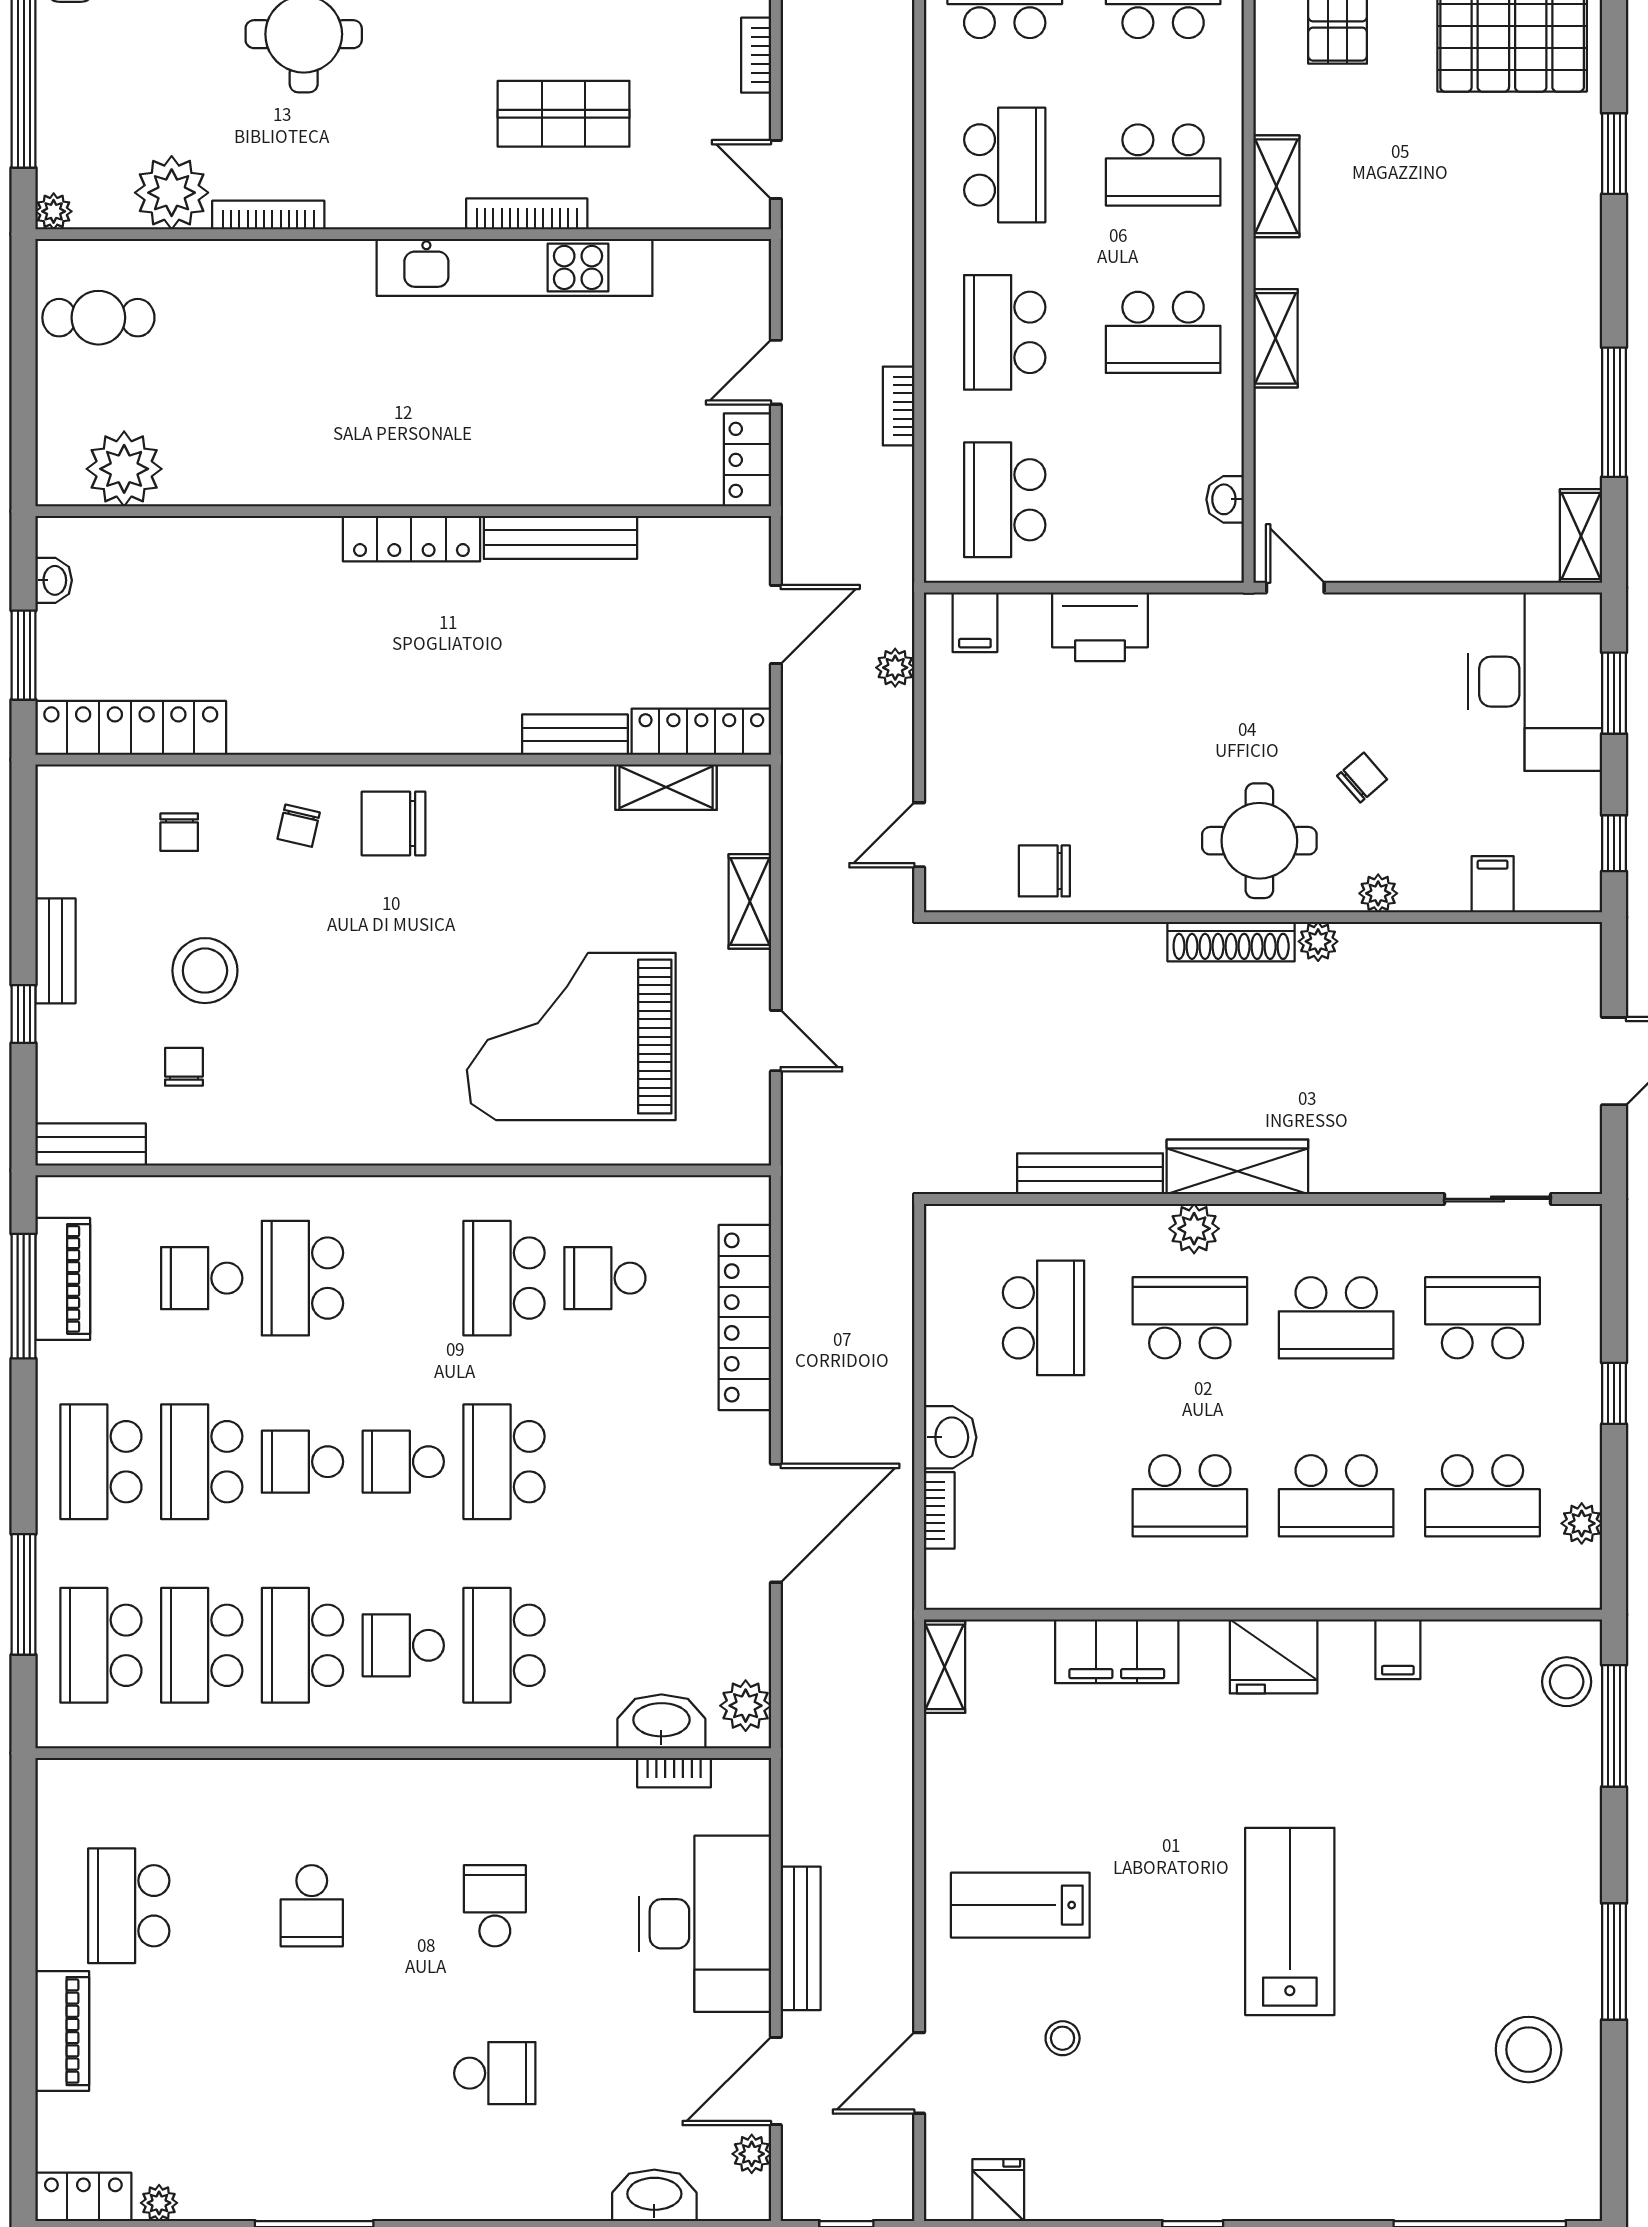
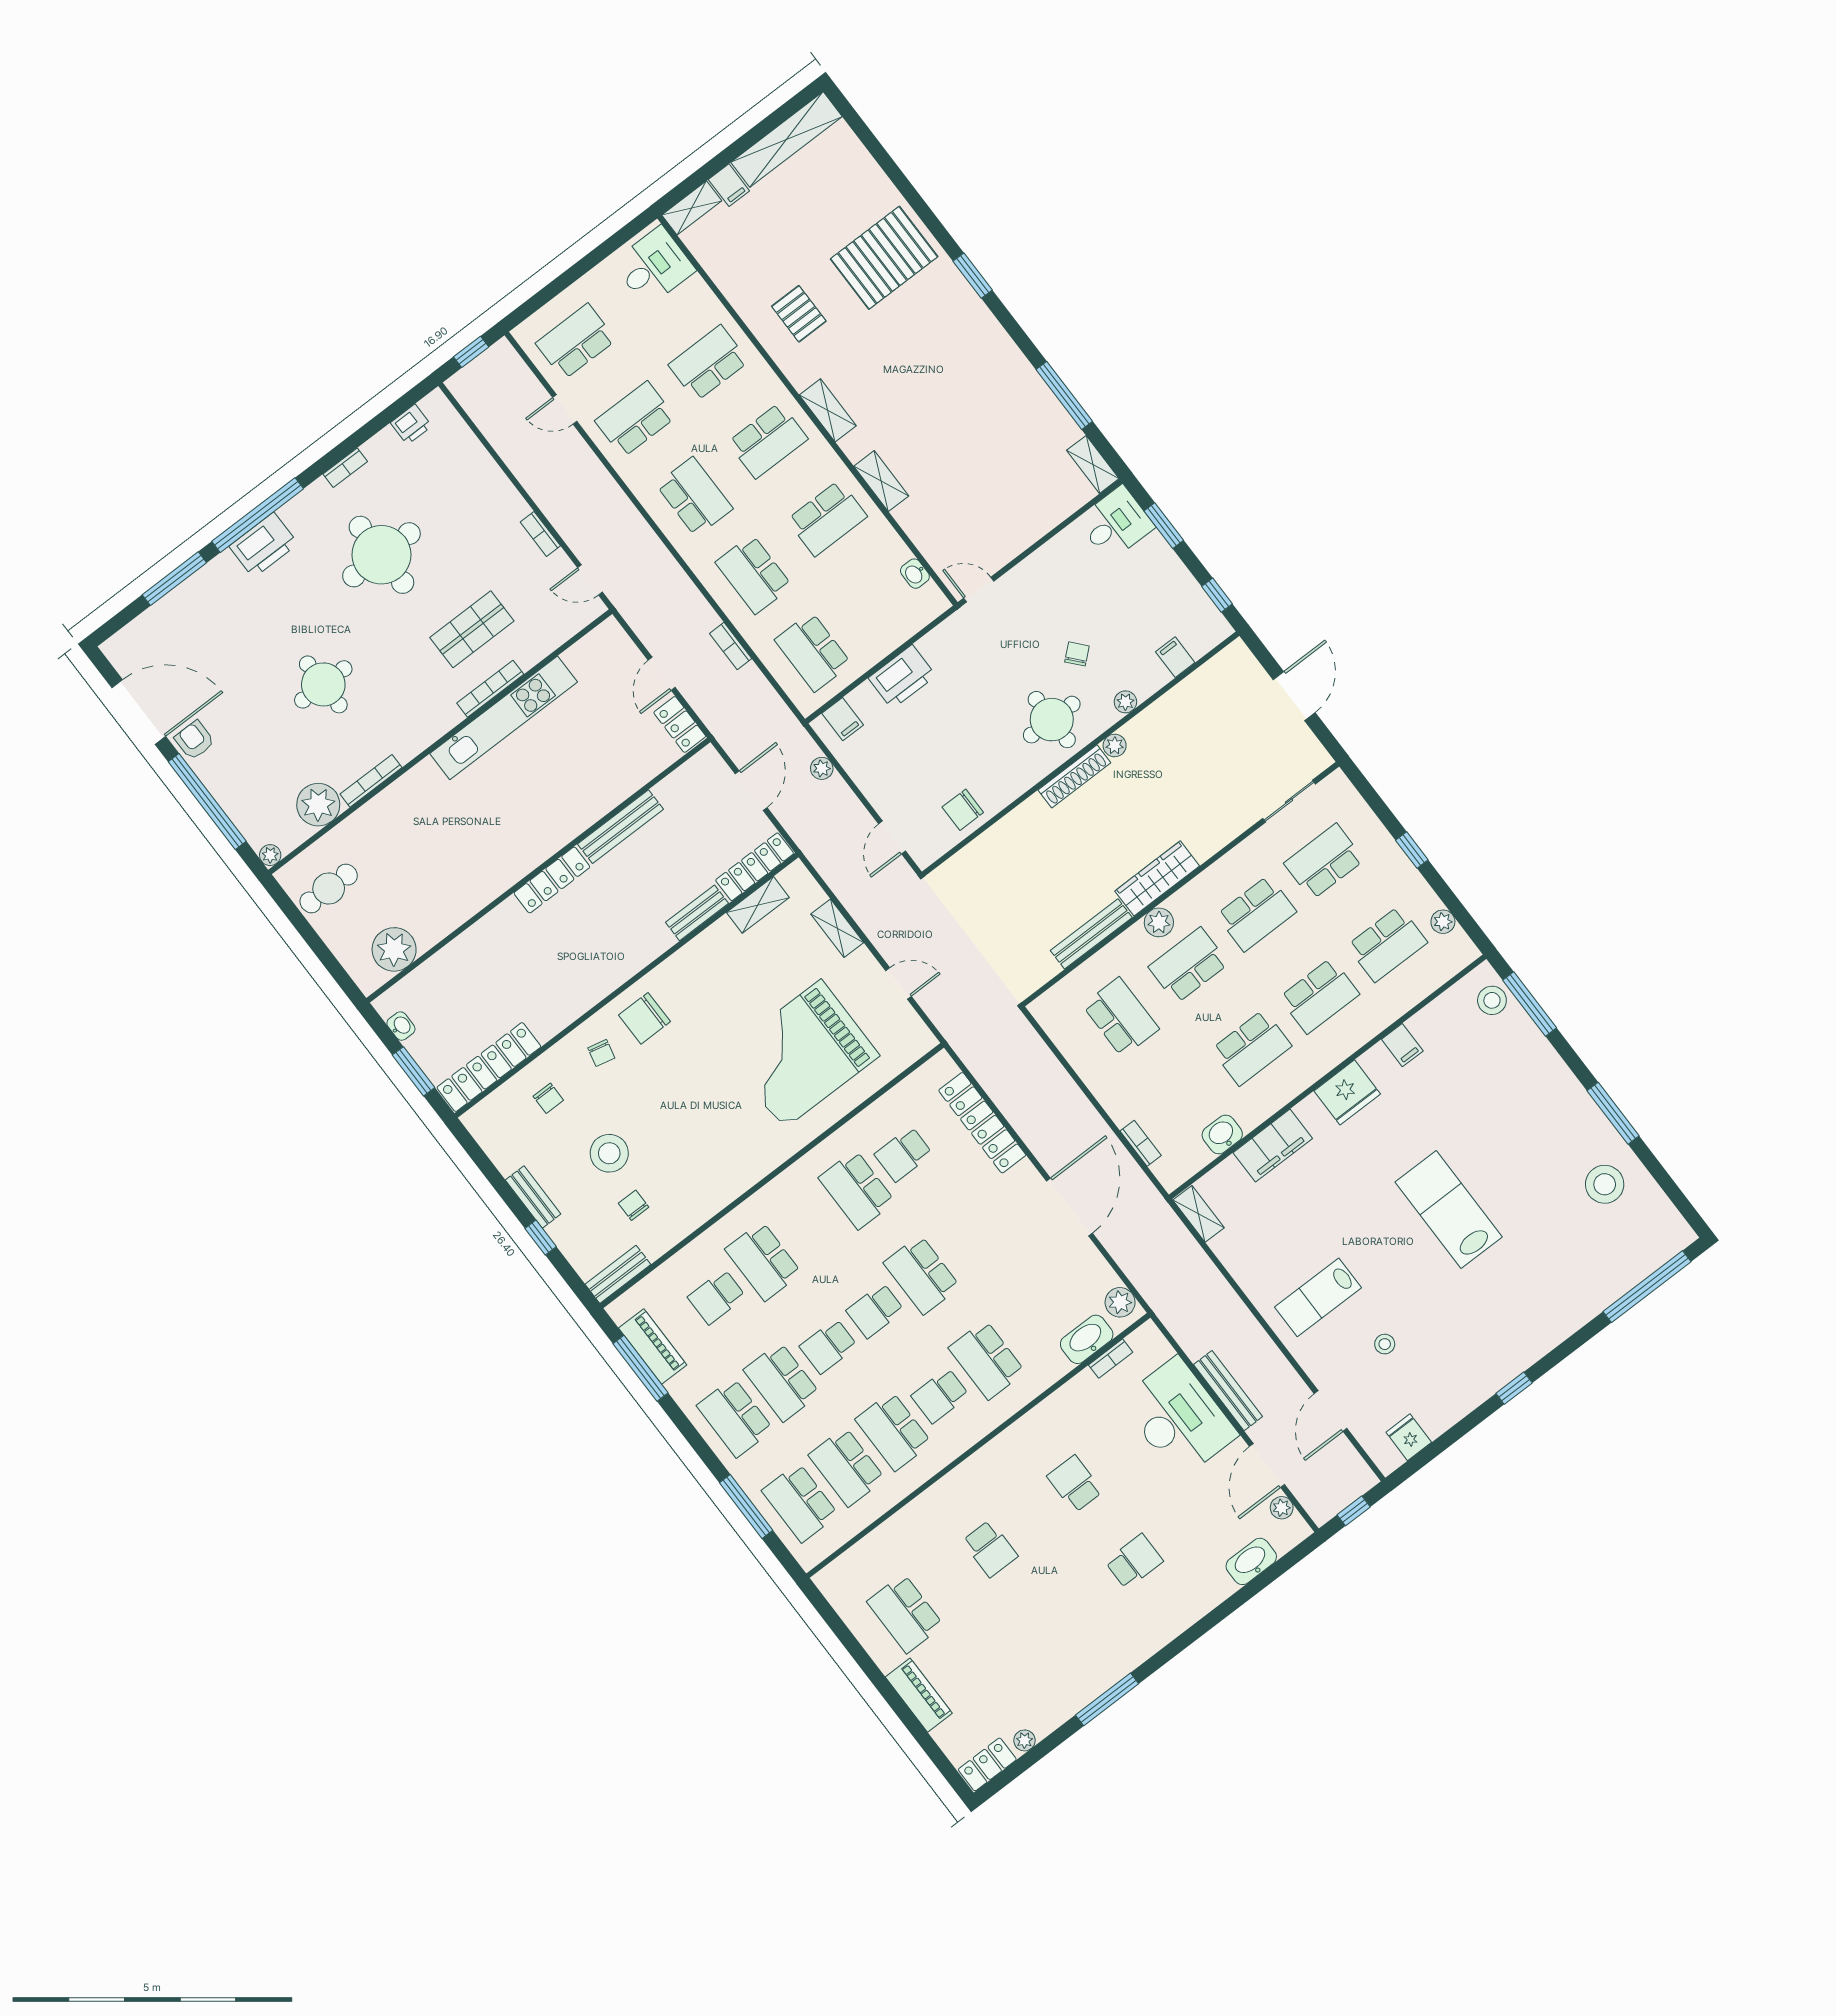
desk: (1535, 682) -> (1116, 523), width x0.53, depth x0.77
washbasin: (950, 1437) -> (1222, 1134), moved, turned -90

